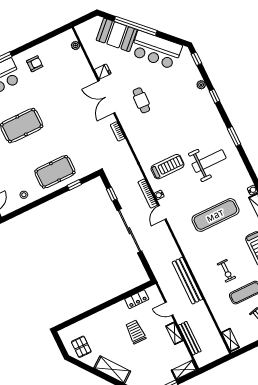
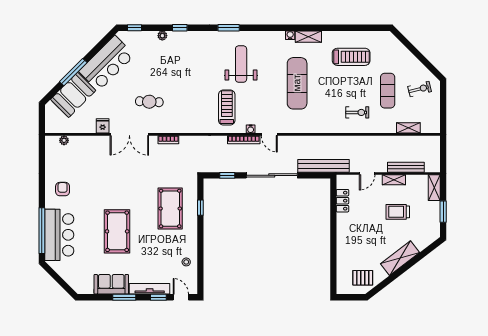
window: (135, 26) -> (73, 72), width x0.68
pool table: (55, 172) -> (170, 209), moved
exercise bike: (226, 271) -> (357, 112), moved
bench: (187, 281) -> (324, 166), moved
trolley: (136, 332) -> (398, 212), moved
shelving: (230, 340) -> (408, 128), moved

